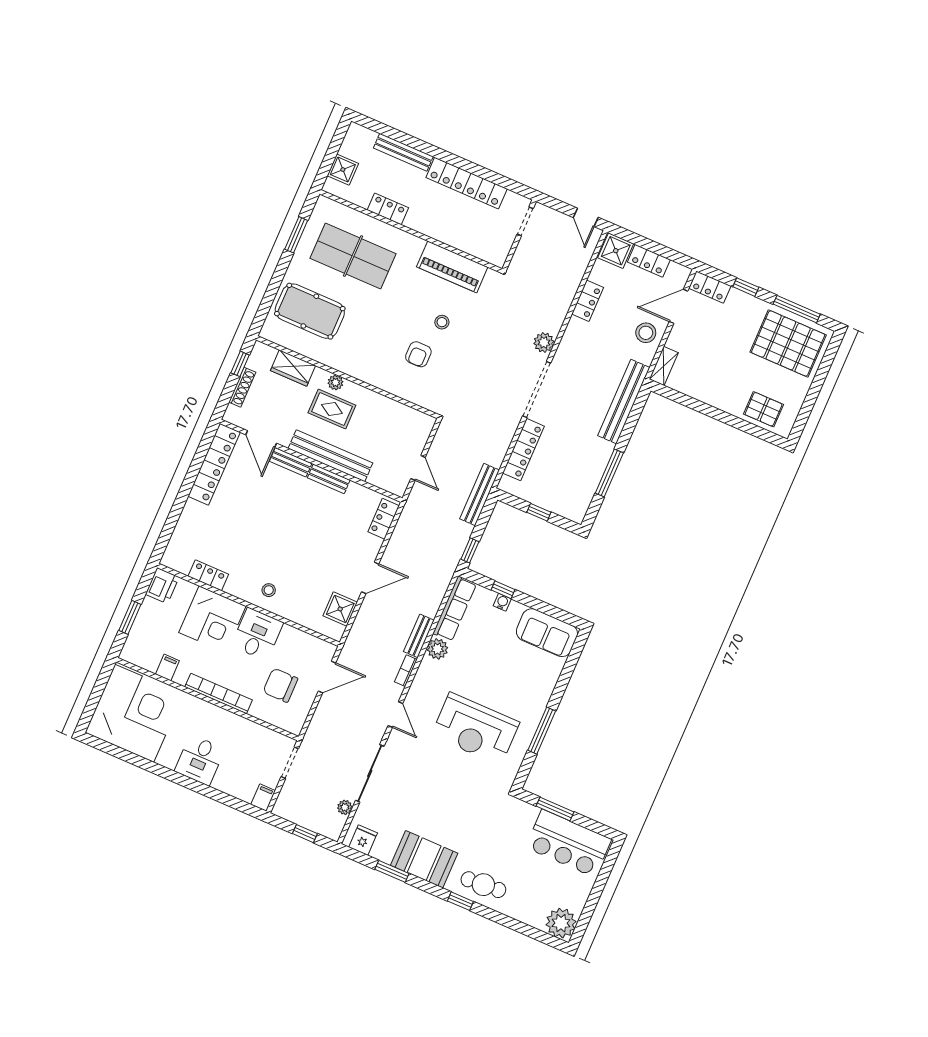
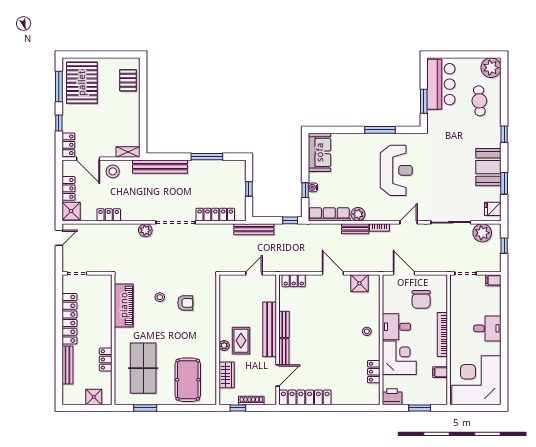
plant: (345, 807) -> (482, 233), width x1.88, depth x1.88
cafe table: (483, 885) -> (479, 101), moved

